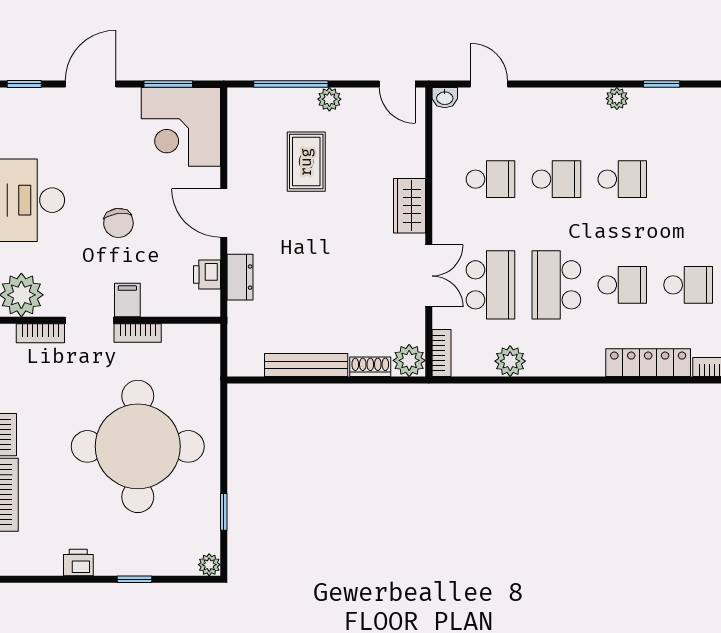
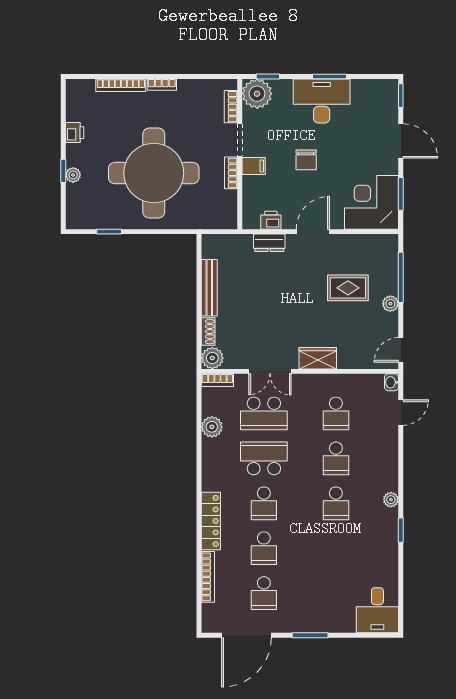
chair: (118, 223) -> (306, 160), turned -82
plant: (209, 565) -> (73, 175), moved

